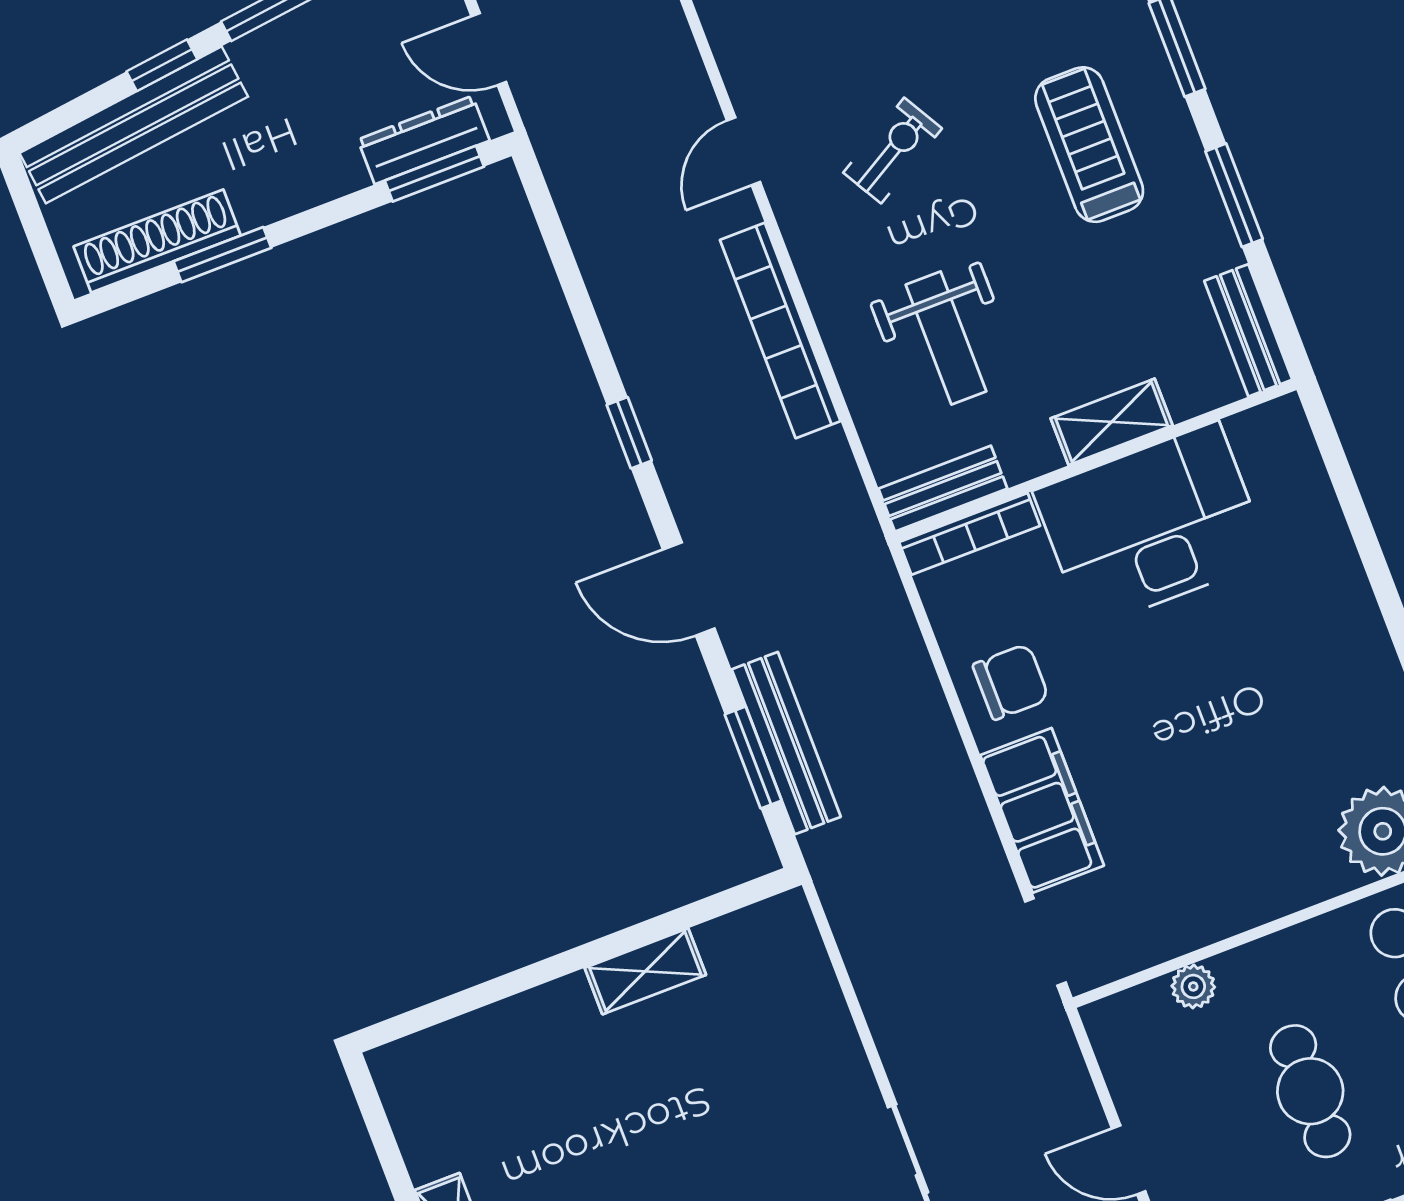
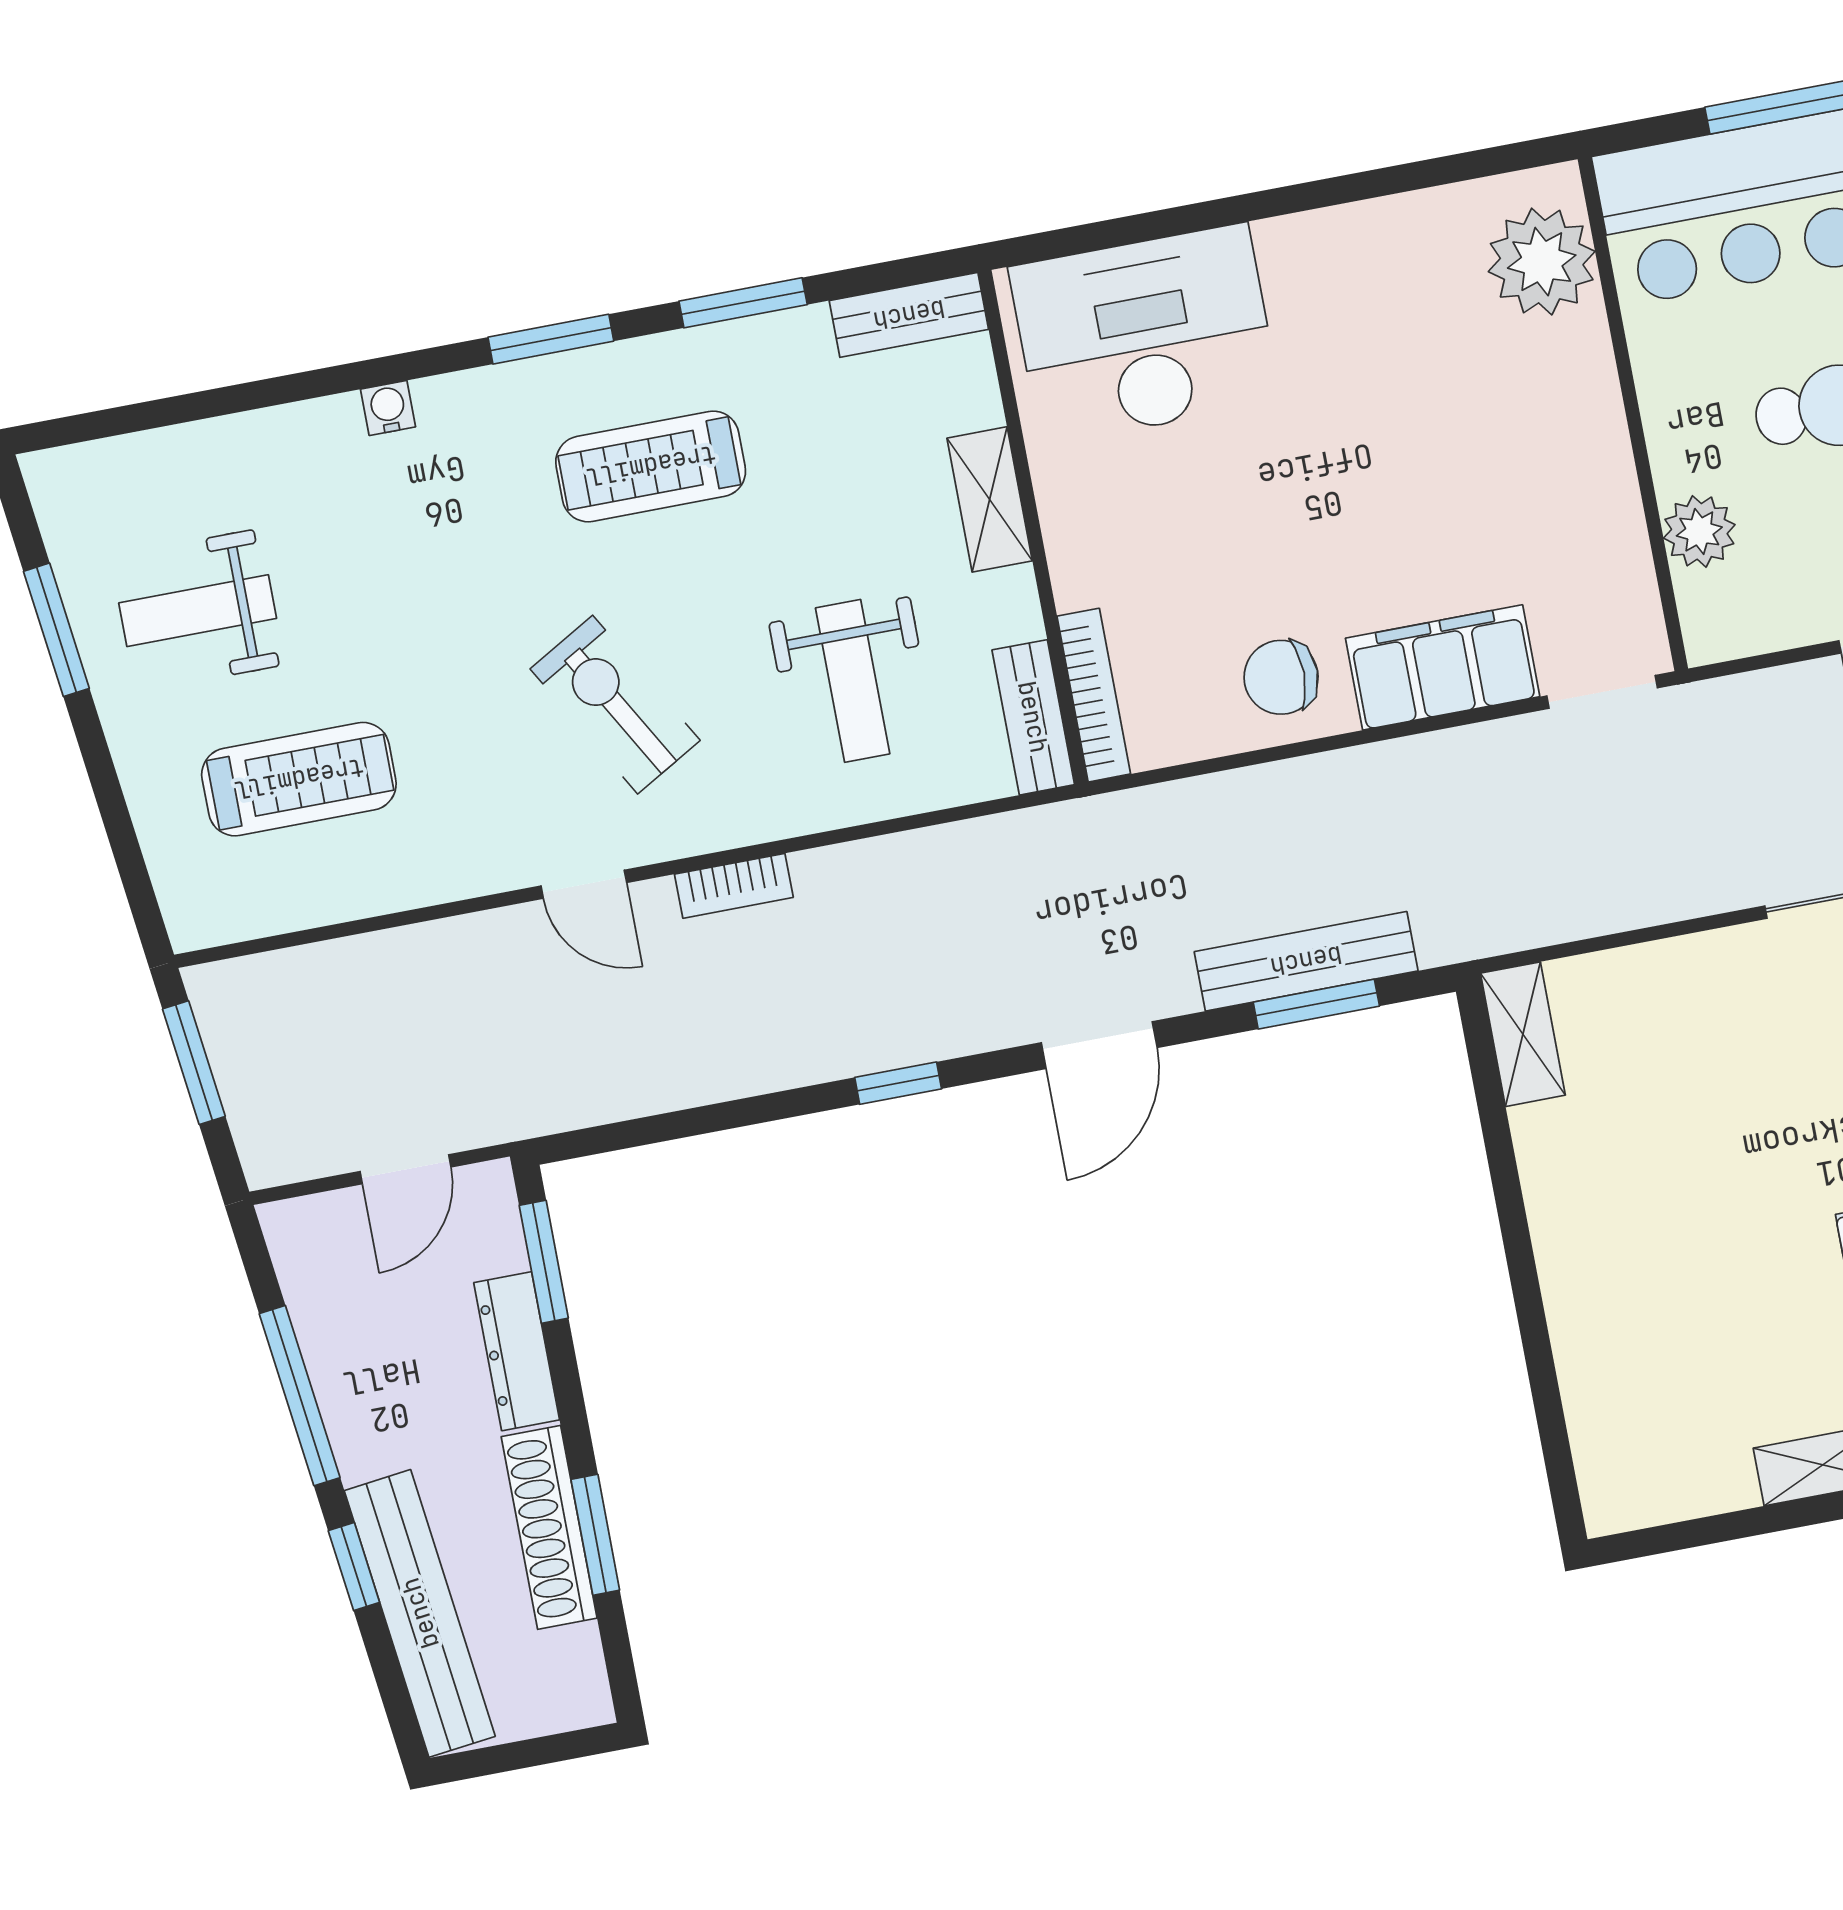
dresser: (424, 140) -> (517, 1351), moved
exercise bike: (893, 151) -> (615, 705), width x1.38, depth x1.39
shoe rack: (157, 241) -> (549, 1527), moved
bookcase: (780, 331) -> (734, 886), width x0.43, depth x0.76
weight bench: (946, 338) -> (853, 681), turned 90
desk: (1152, 526) -> (1145, 334), moved, turned 90
chair: (1011, 682) -> (1281, 677), turned -90
shelving: (645, 971) -> (1523, 1034), moved
plant: (1193, 986) -> (1699, 531), width x1.38, depth x1.38

